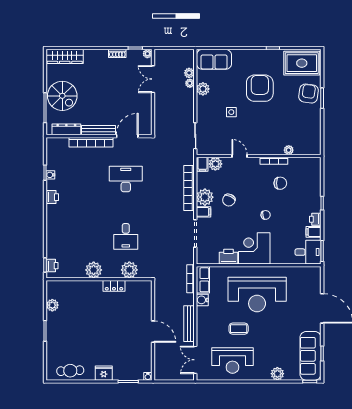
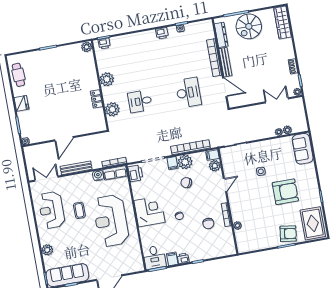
plant: (203, 89) -> (276, 144), removed
printer: (229, 257) -> (135, 173), moved
plant: (52, 305) -> (87, 47), moved

